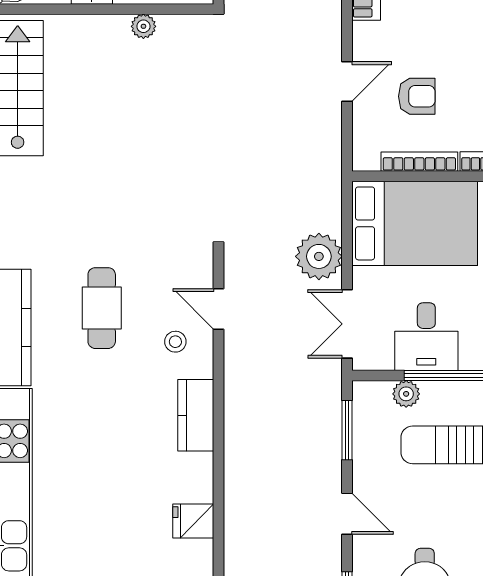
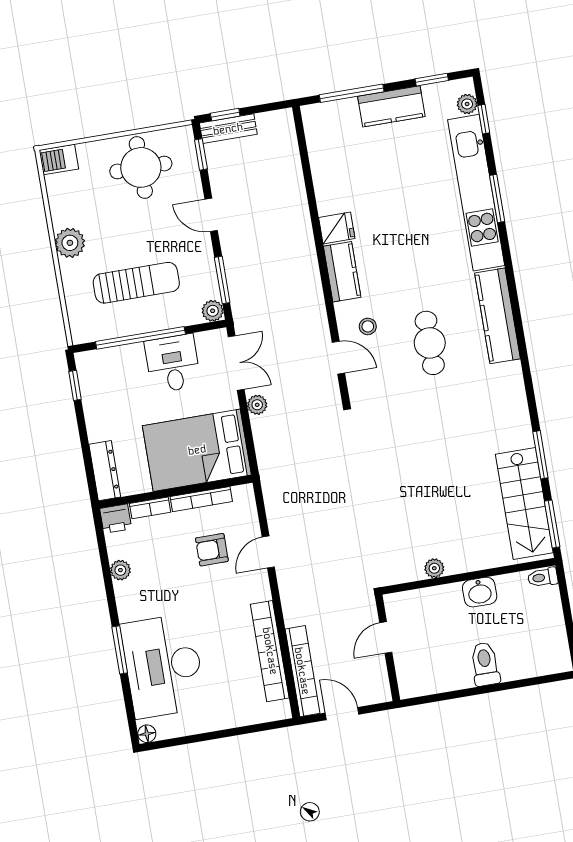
plant: (319, 256) -> (257, 405), width x0.53, depth x0.53
plant: (406, 394) -> (213, 311), moved
fridge: (193, 521) -> (337, 228), moved

